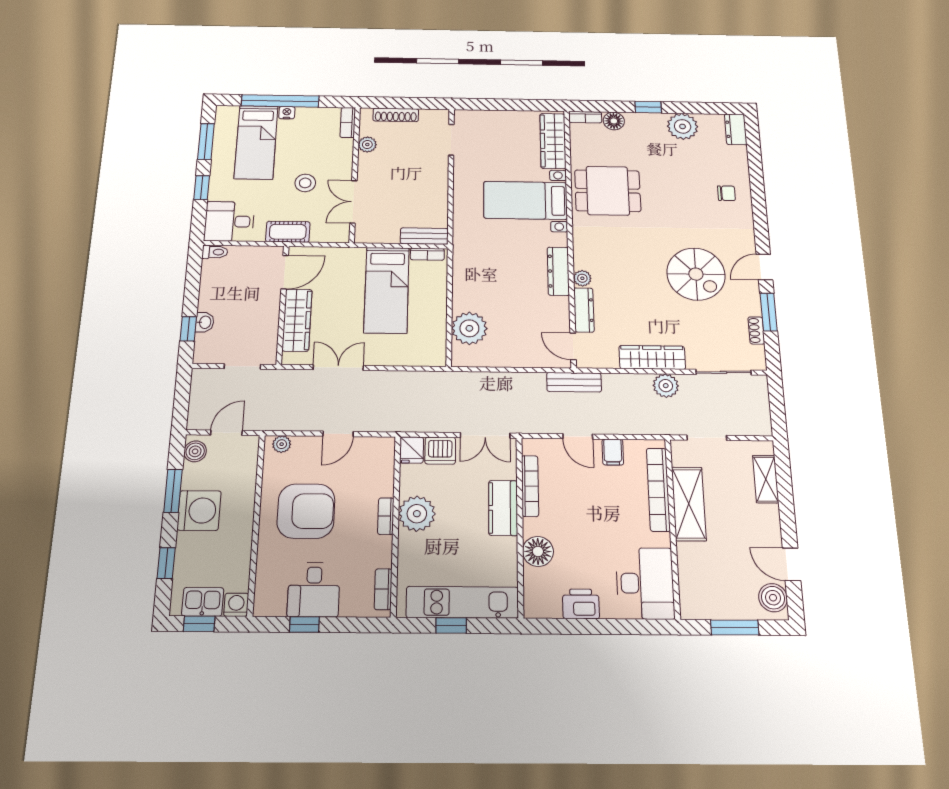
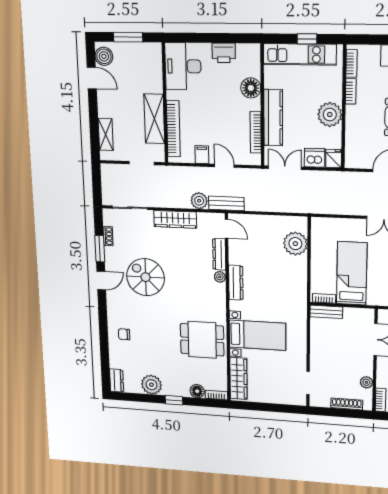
plant: (666, 386) -> (199, 201), moved
kitchen counter: (503, 508) -> (273, 118), width x1.50
bookcase: (386, 516) -> (351, 91), moved

